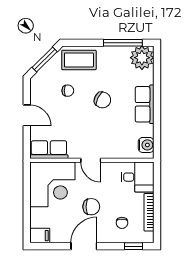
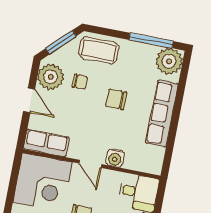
plant: (42, 91) -> (51, 77), added
chair: (102, 100) -> (116, 99), turned 153
row of seats: (145, 104) -> (162, 113), width x1.48
water cooler: (146, 145) -> (115, 158), moved, turned 90

